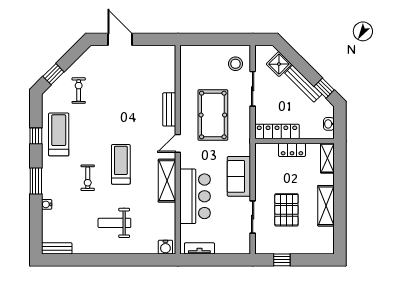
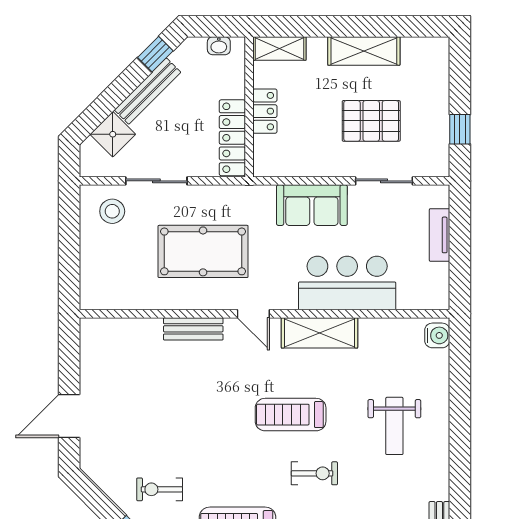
tv unit: (199, 248) -> (440, 235), moved

